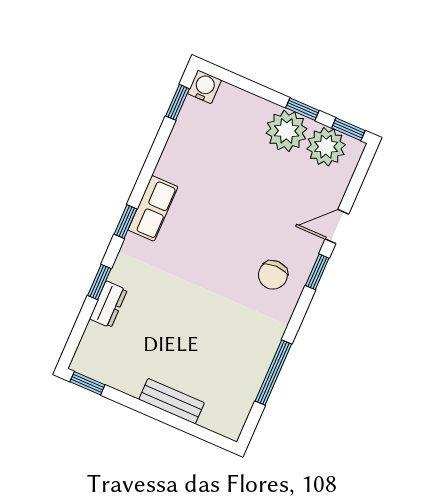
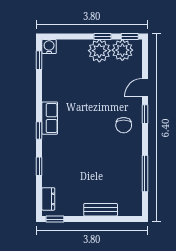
dresser: (108, 304) -> (48, 199), moved

